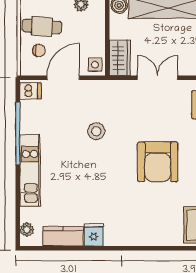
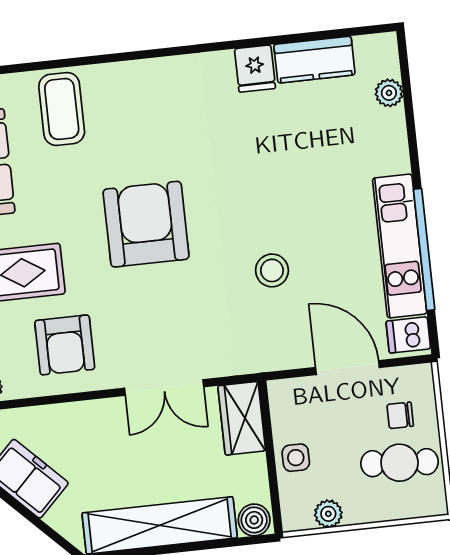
side table: (95, 65) -> (296, 458), moved
door: (63, 78) -> (347, 368), swing flipped
kitchen unit: (30, 171) -> (400, 246), moved
plant: (27, 230) -> (389, 93), moved

